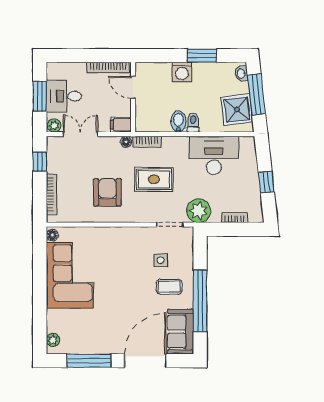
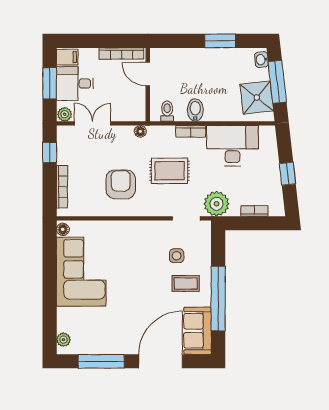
washing machine: (182, 72) -> (199, 58), removed
toilet: (193, 122) -> (167, 111), moved
filing cabinet: (121, 125) -> (67, 57), moved, turned 180
bookcase: (147, 142) -> (191, 131), moved

